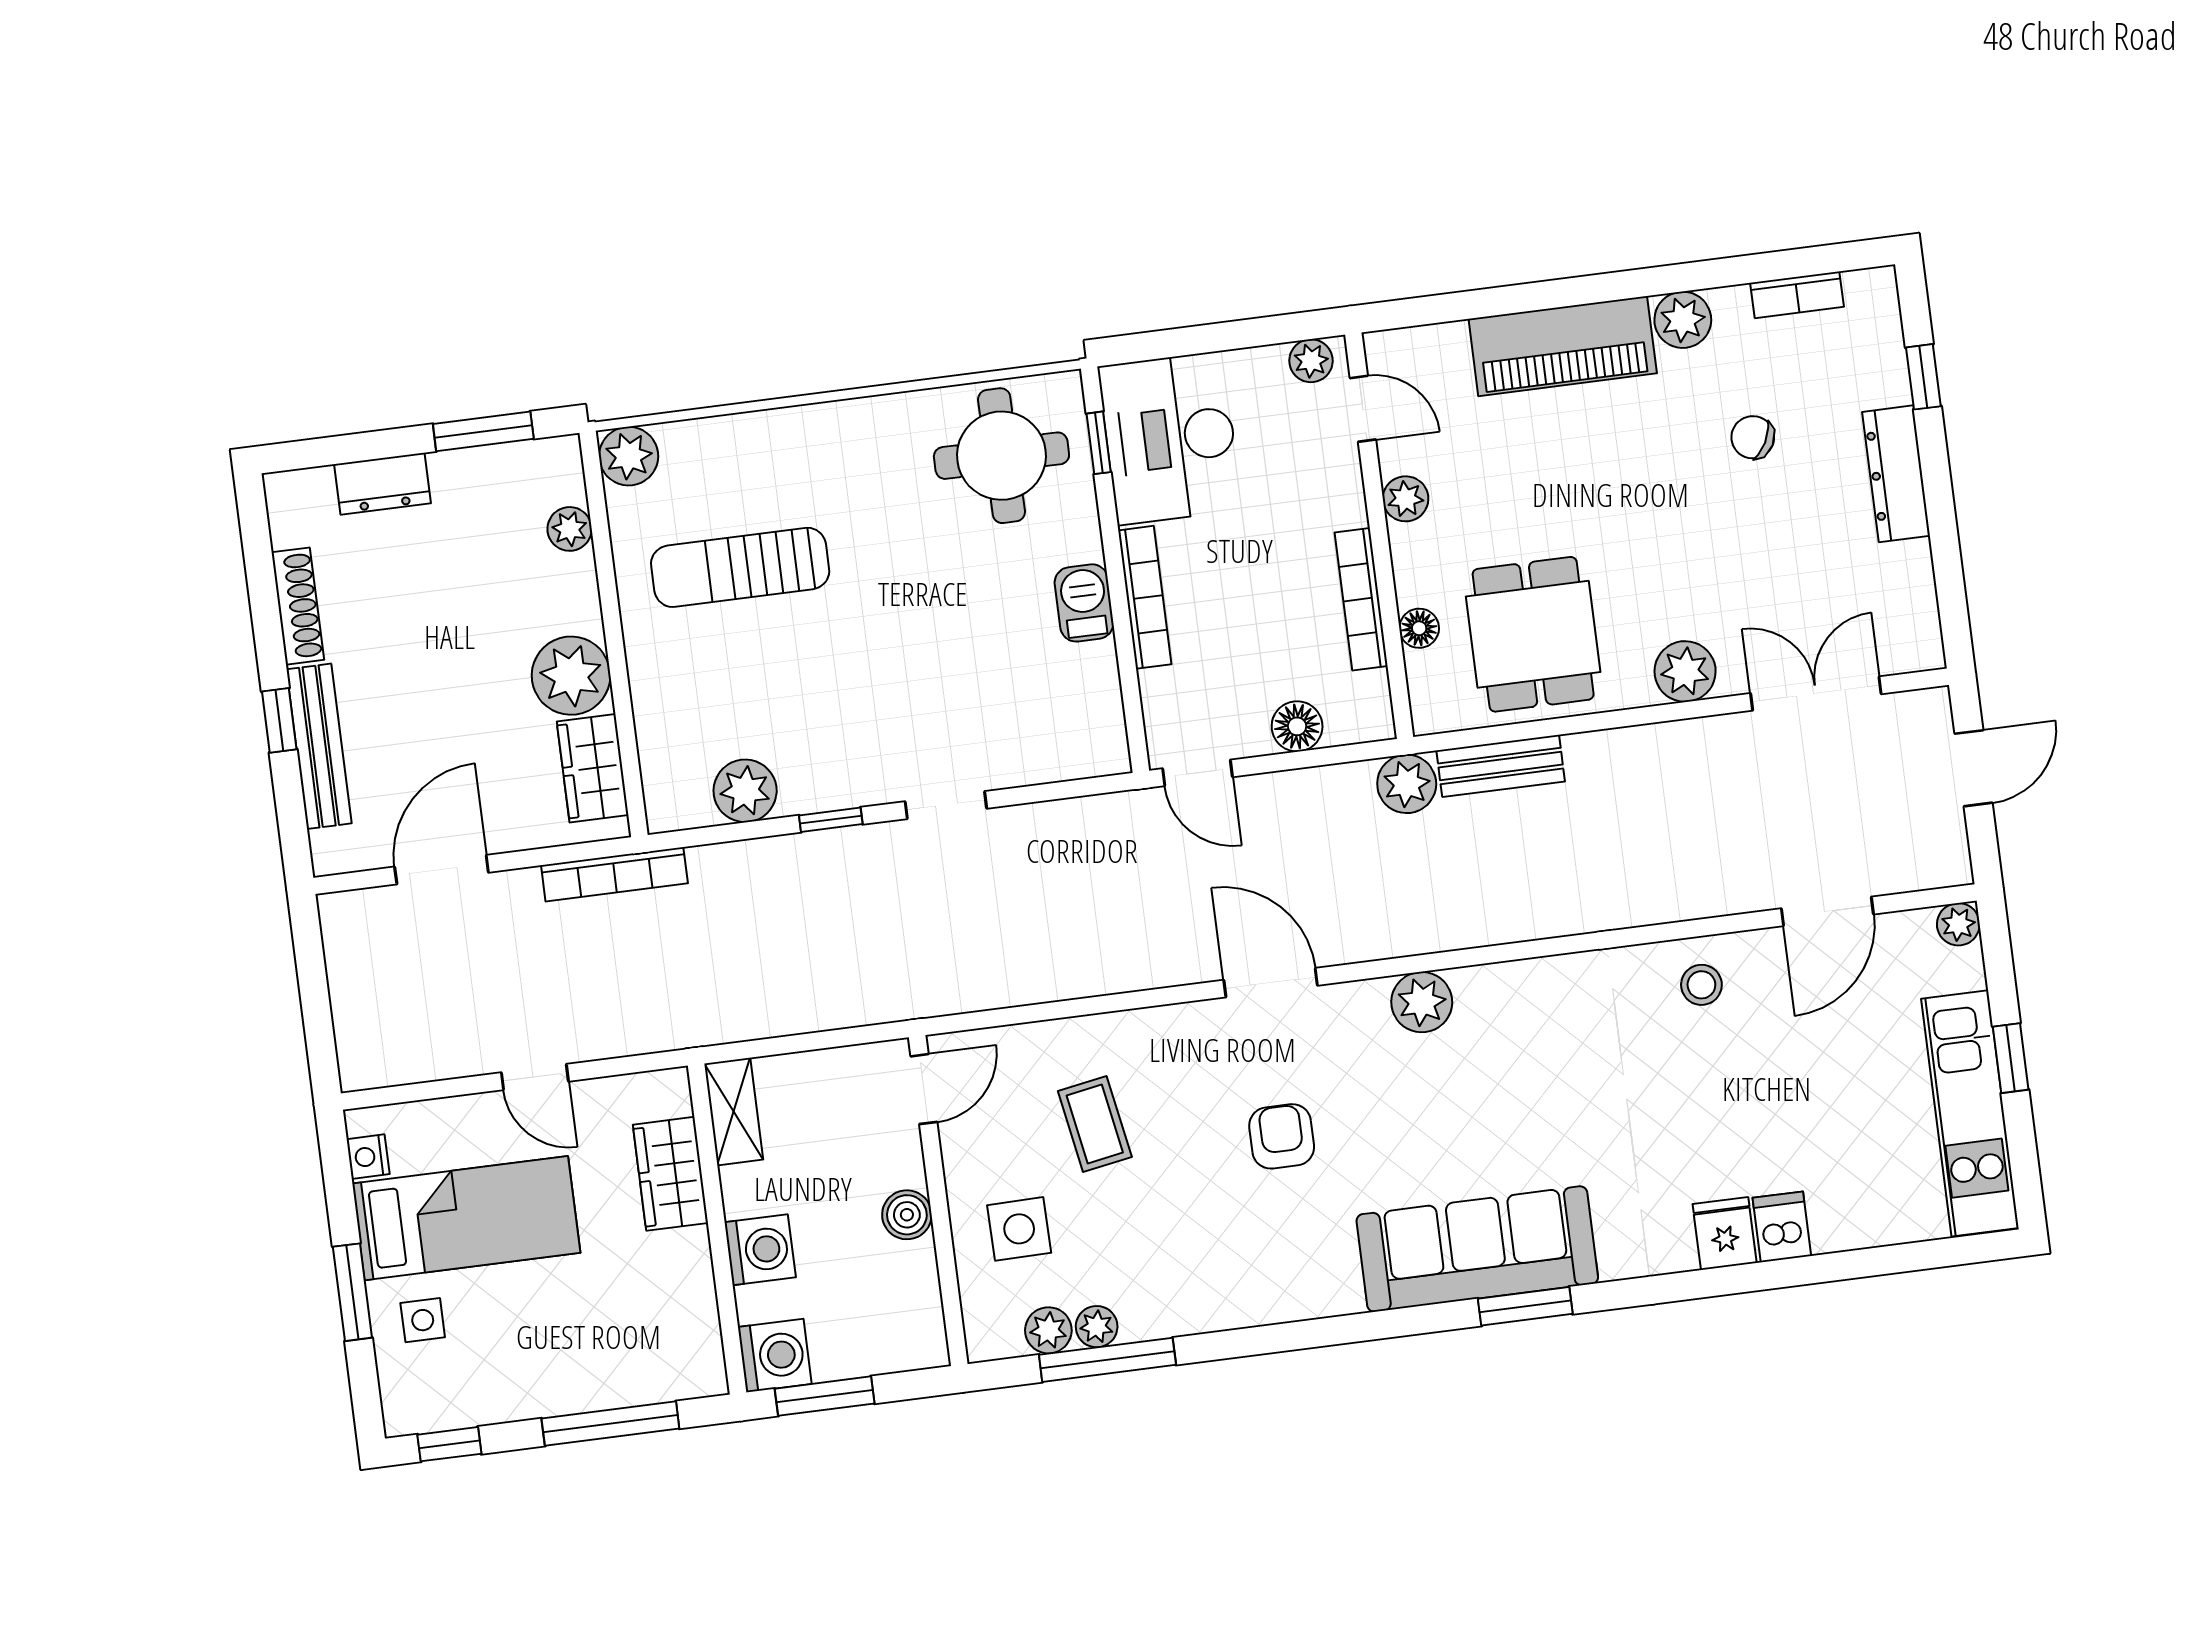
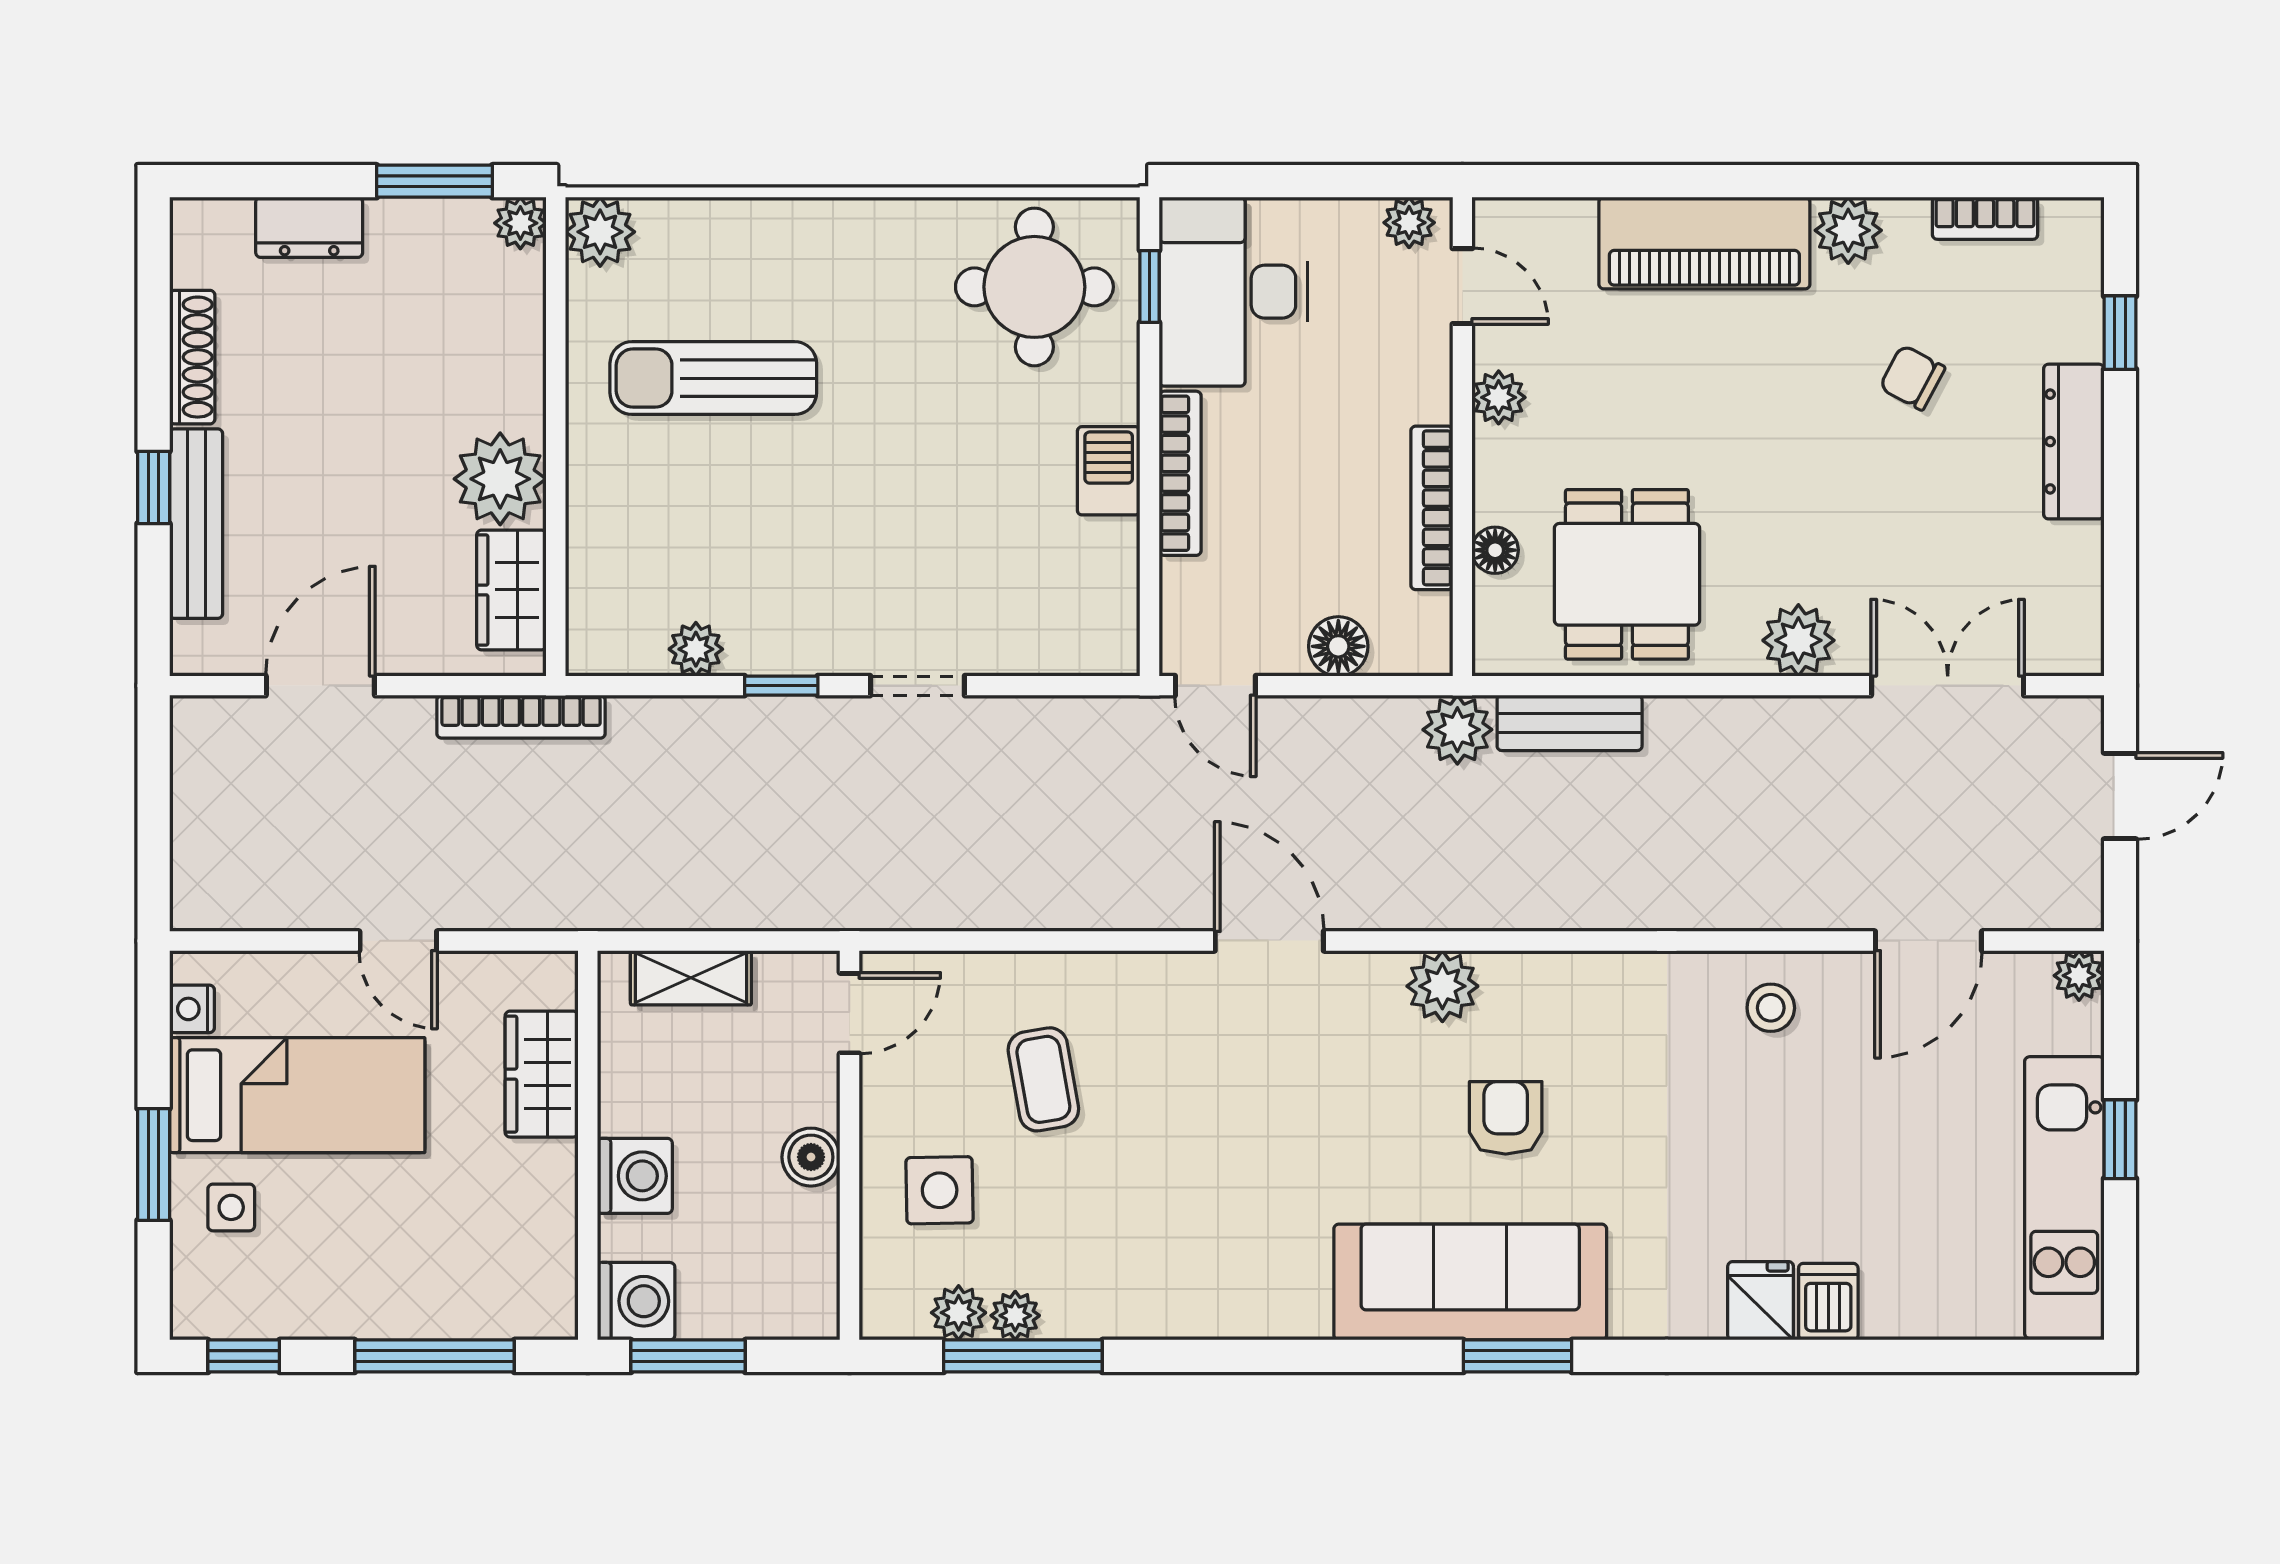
plant: (570, 529) -> (520, 223), moved
plant: (745, 791) -> (696, 649), width x0.73, depth x0.73
shelving: (734, 1112) -> (691, 978), moved, turned 90
armchair: (1282, 1136) -> (1506, 1118), moved

